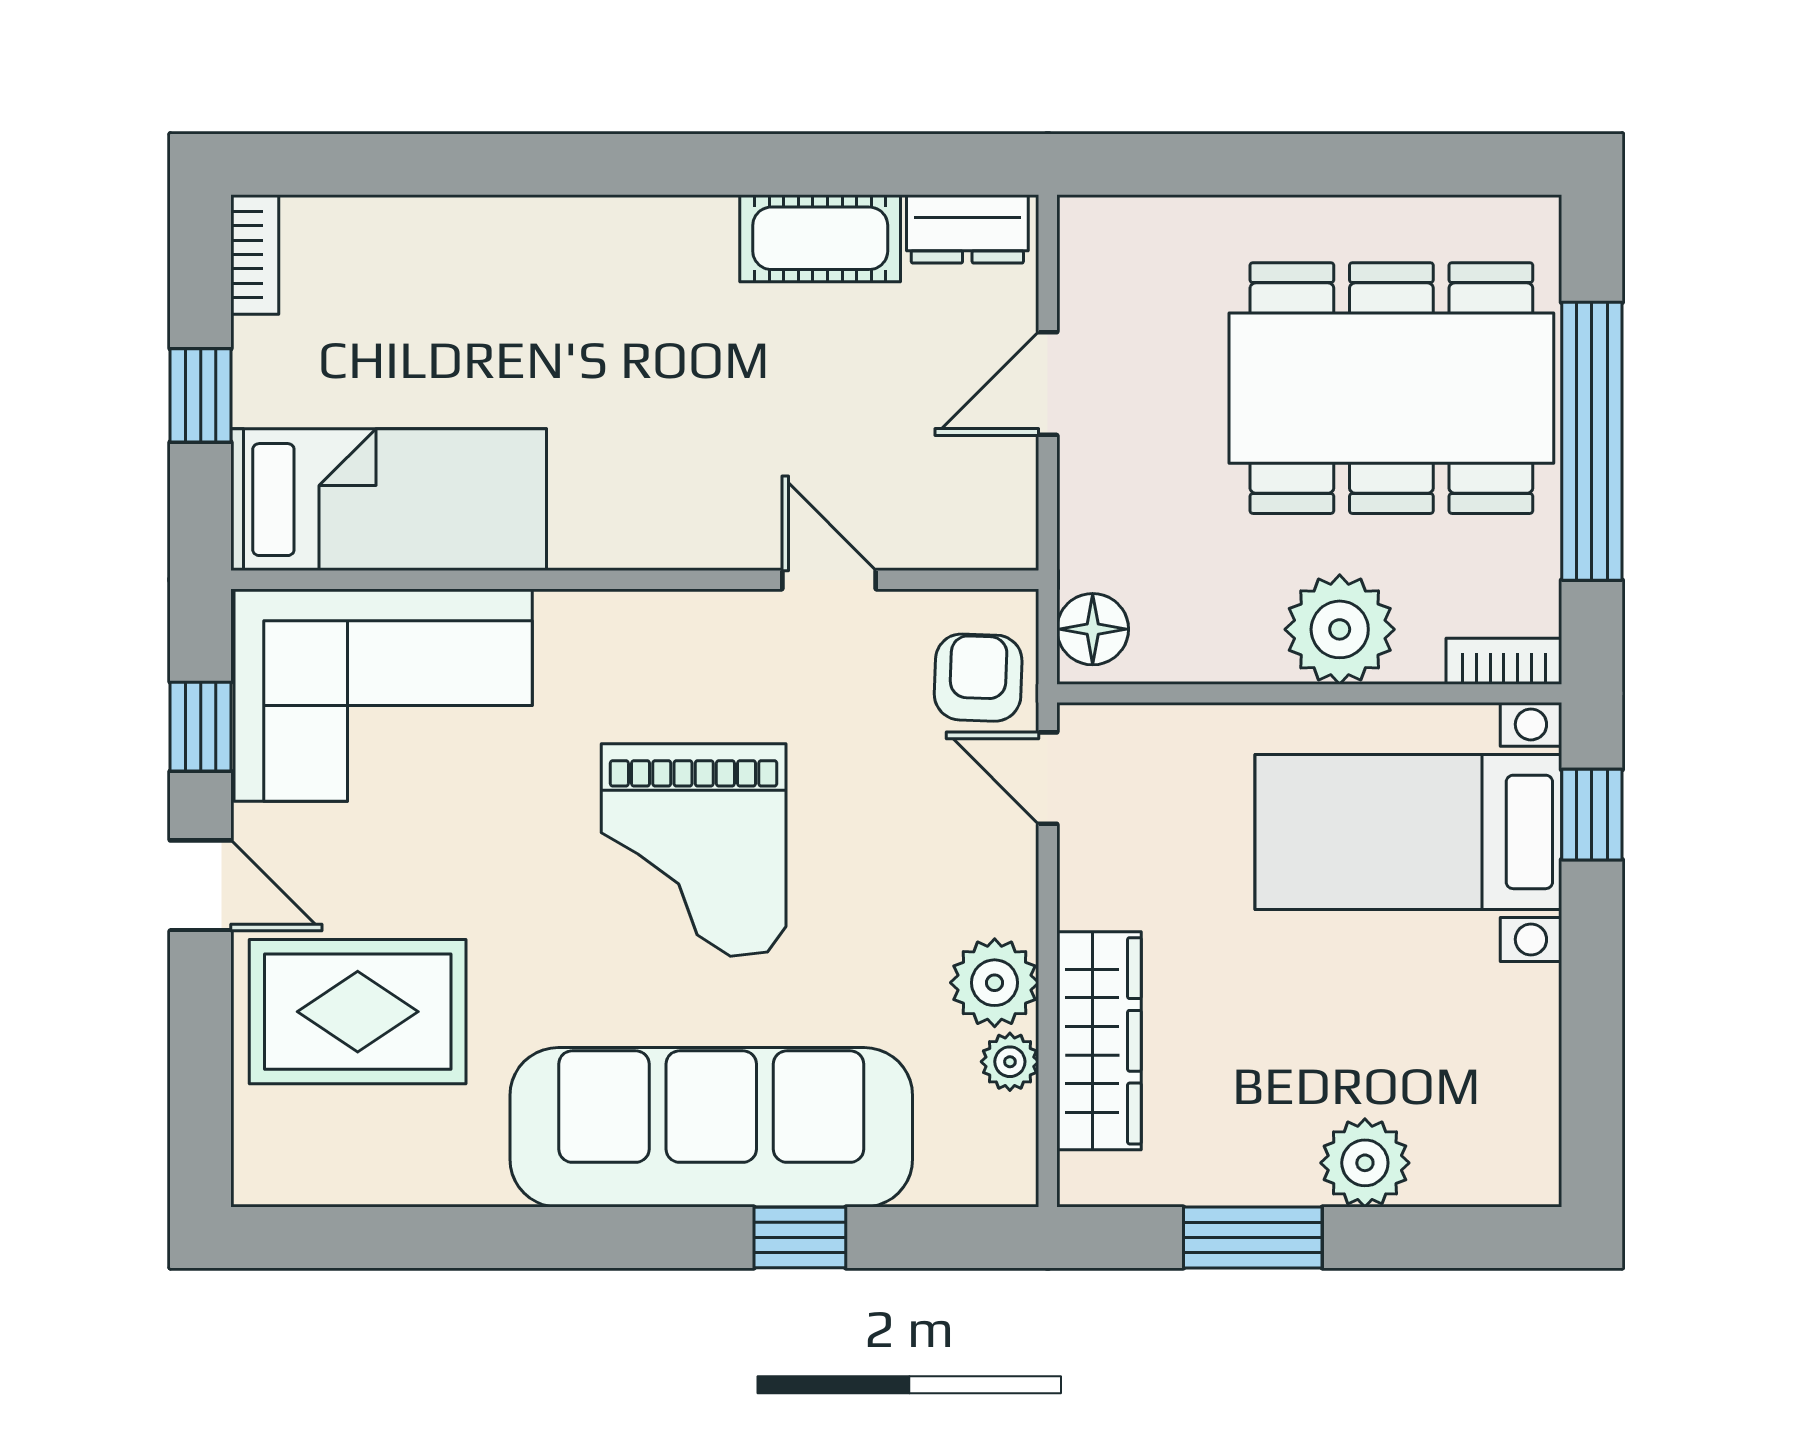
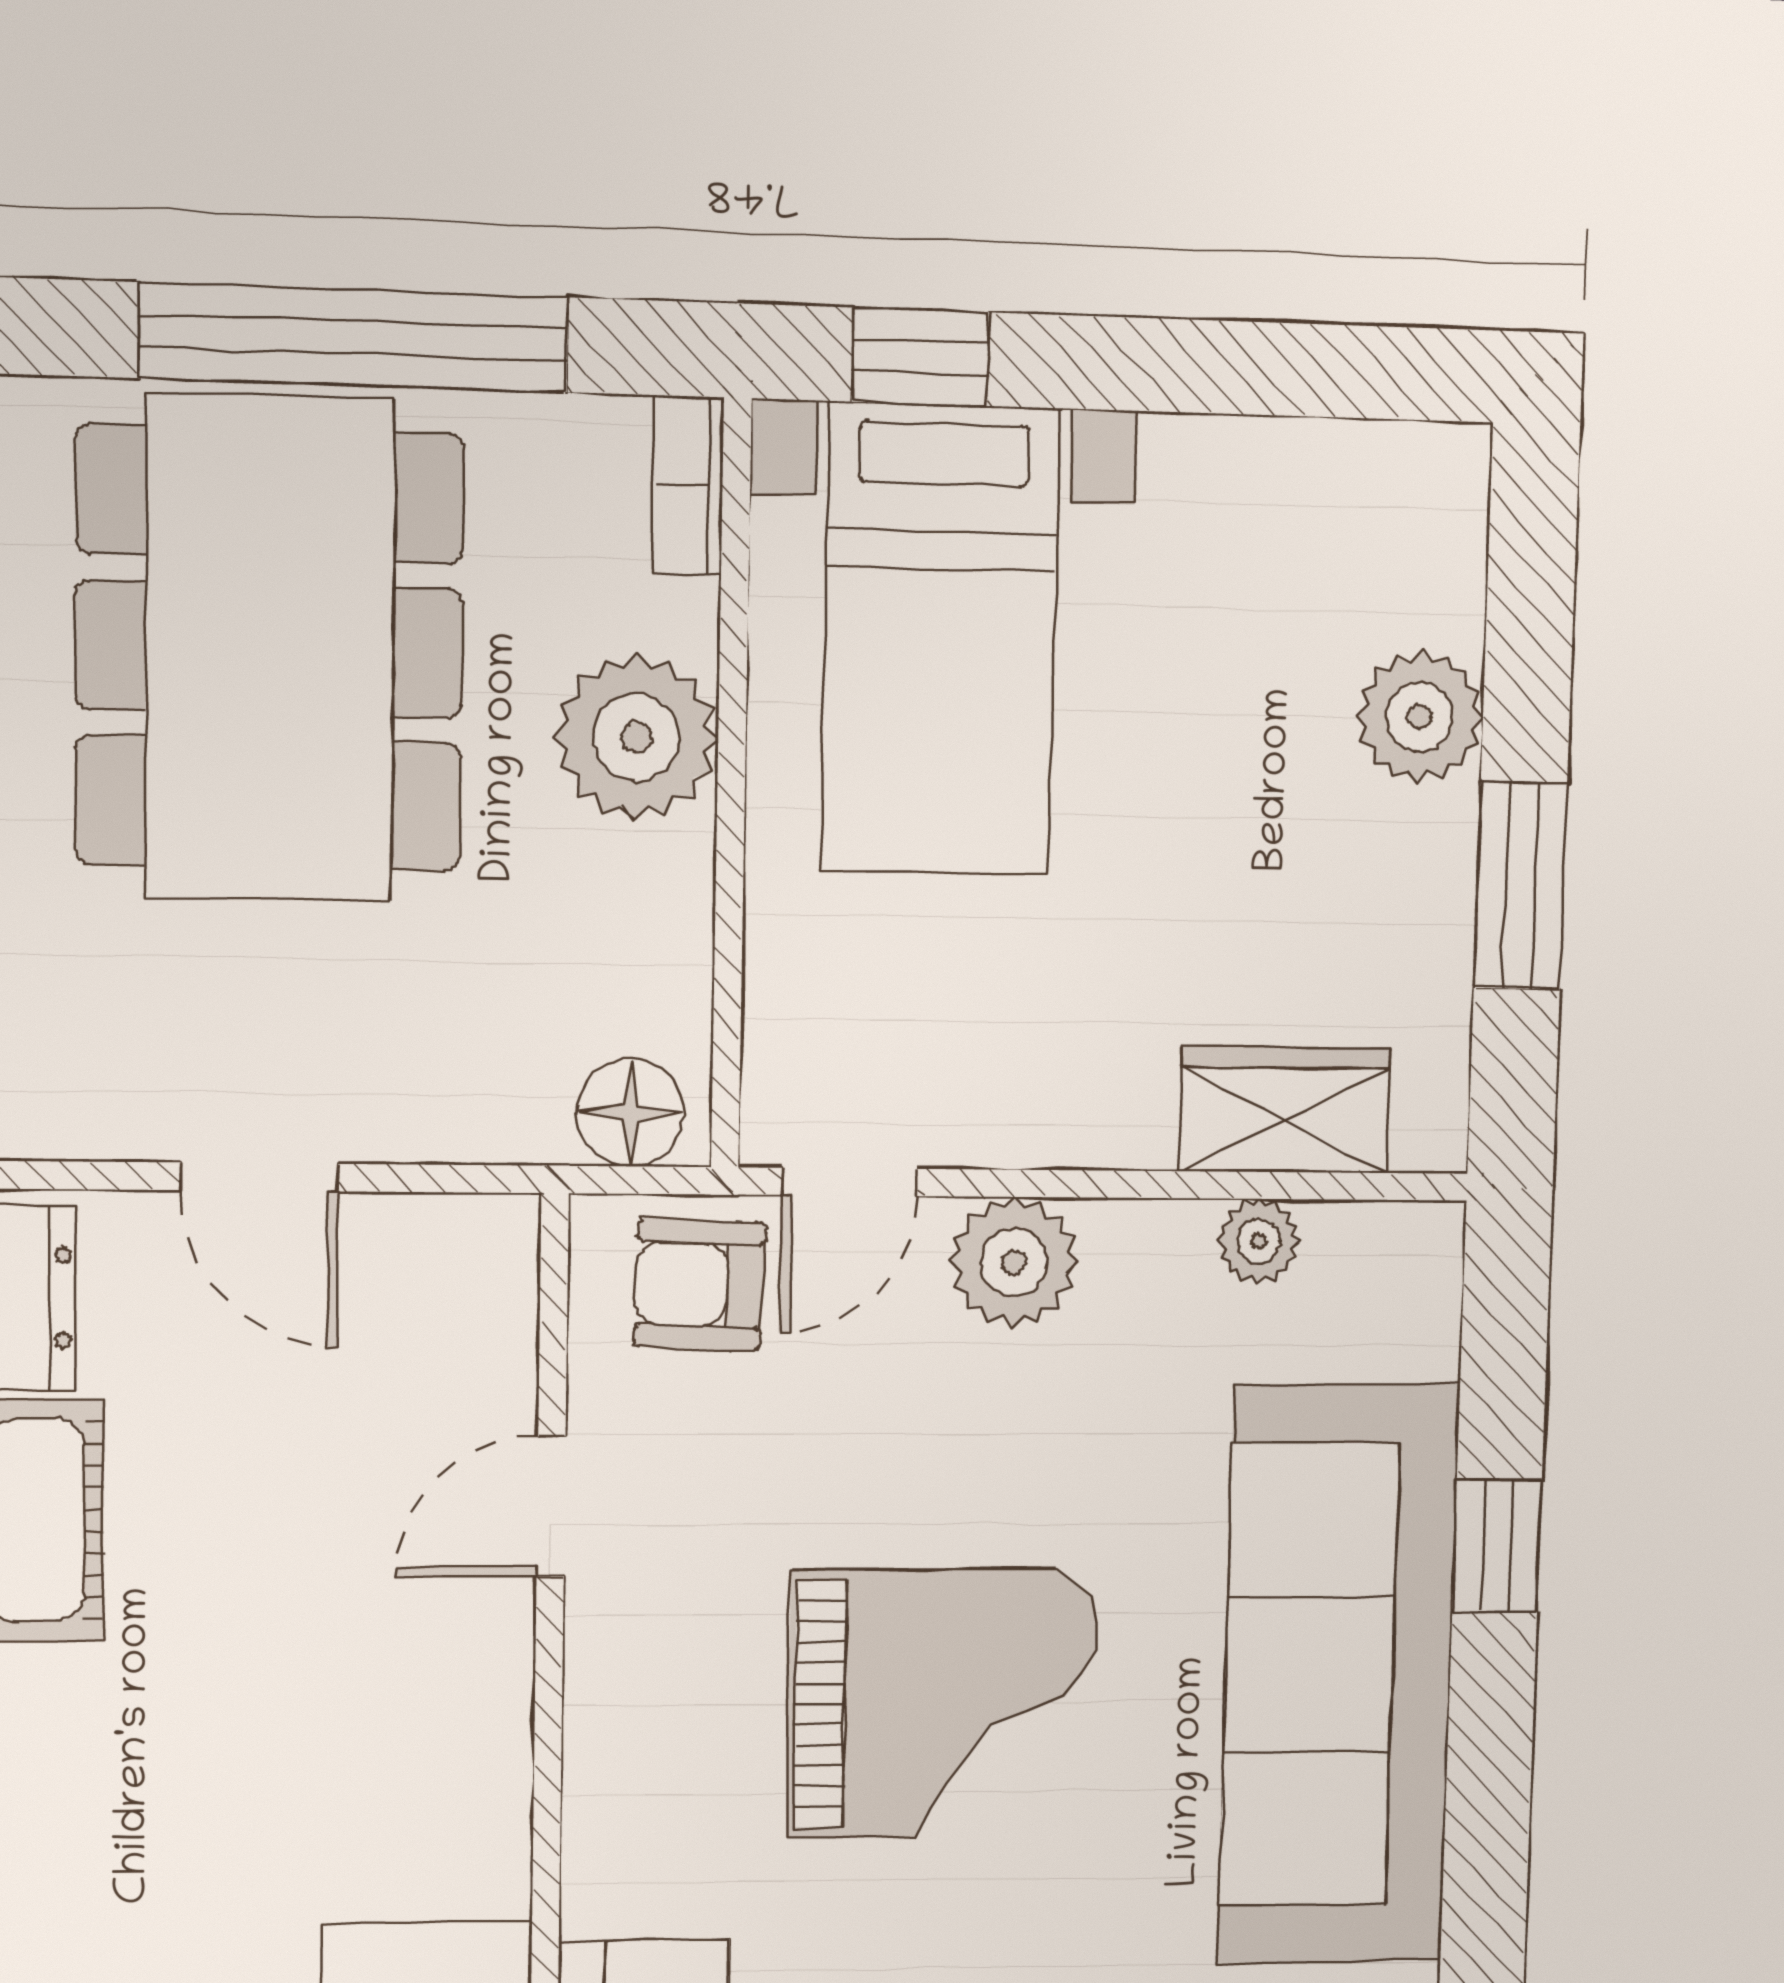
plant: (995, 983) -> (1014, 1262), moved
wardrobe: (1099, 1041) -> (1285, 1110), width x0.67

